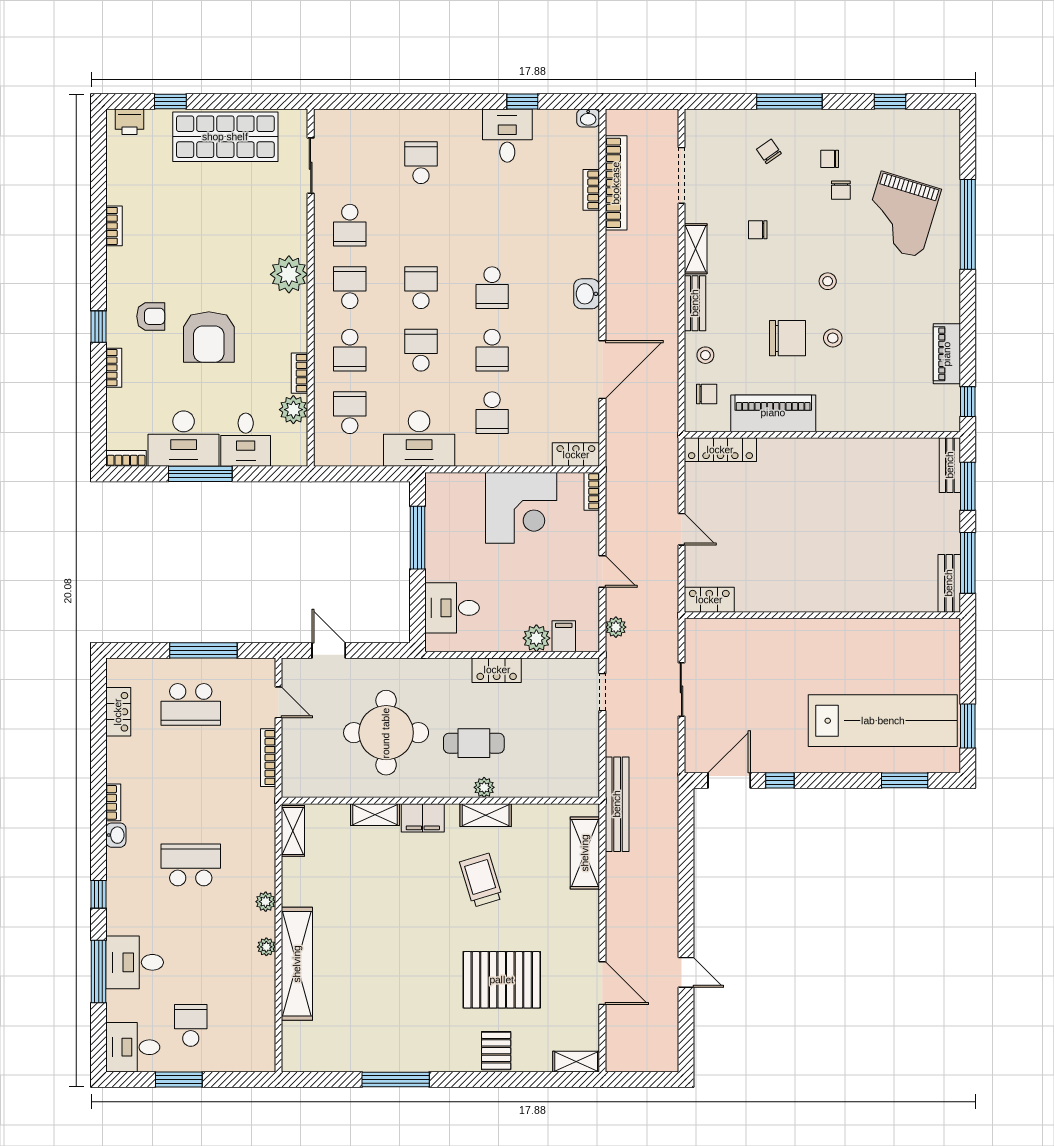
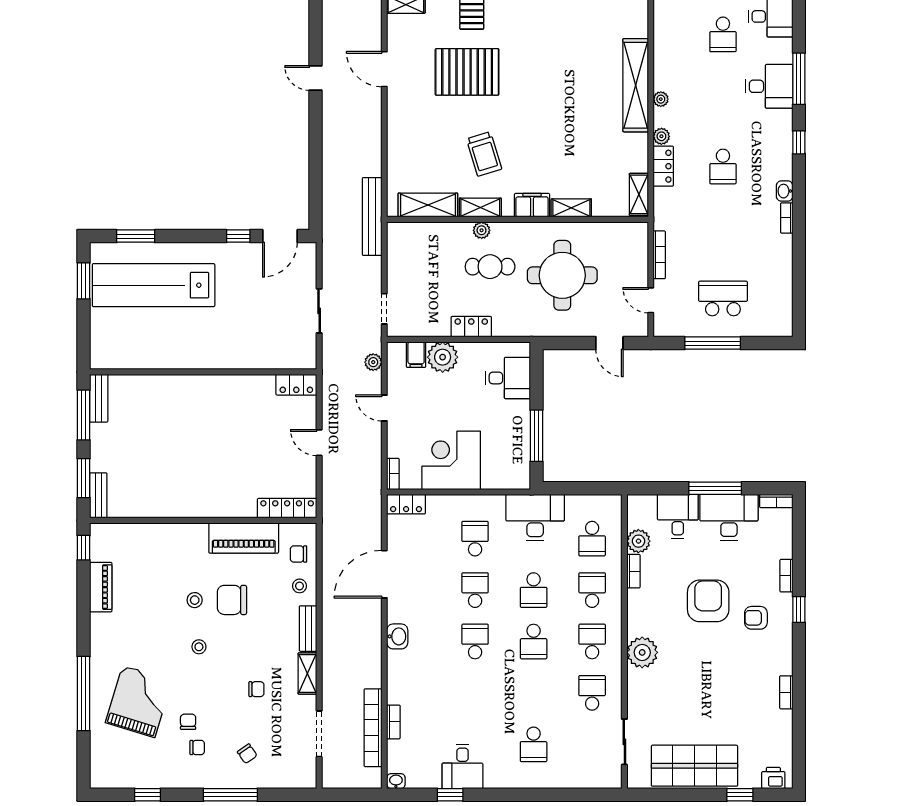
school desk: (350, 288) -> (592, 641), turned 180
plant: (536, 638) -> (443, 357), width x1.36, depth x1.36
locker: (118, 712) -> (663, 166), moved, turned 180
shelving: (585, 853) -> (428, 205), moved, turned 90
school desk: (191, 865) -> (723, 166), width x0.54

